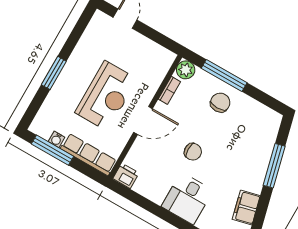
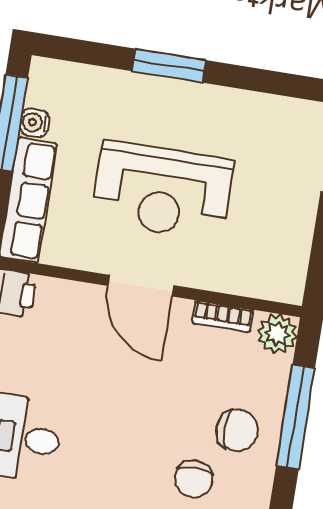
chair: (193, 152) -> (194, 479), moved

